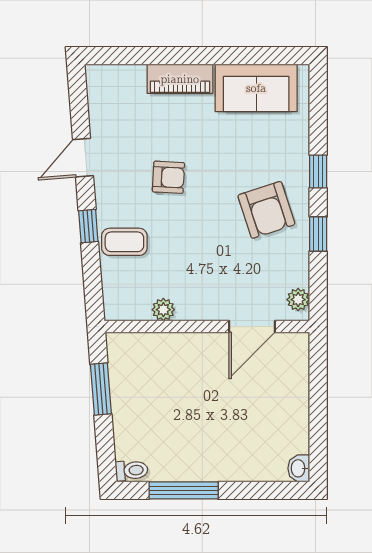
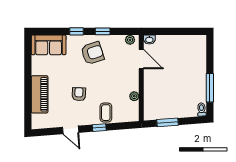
piano: (180, 79) -> (40, 94), width x1.37, depth x1.33
sofa: (256, 88) -> (49, 45), moved, turned 90
washbasin: (299, 468) -> (149, 40), moved

